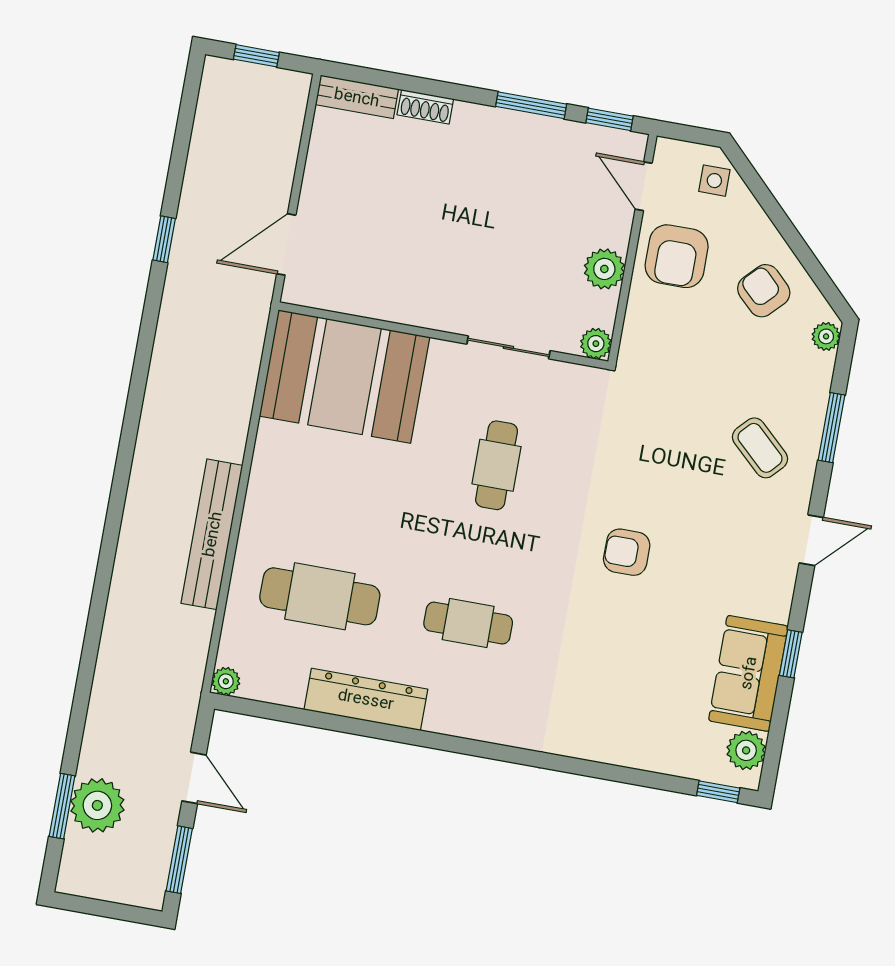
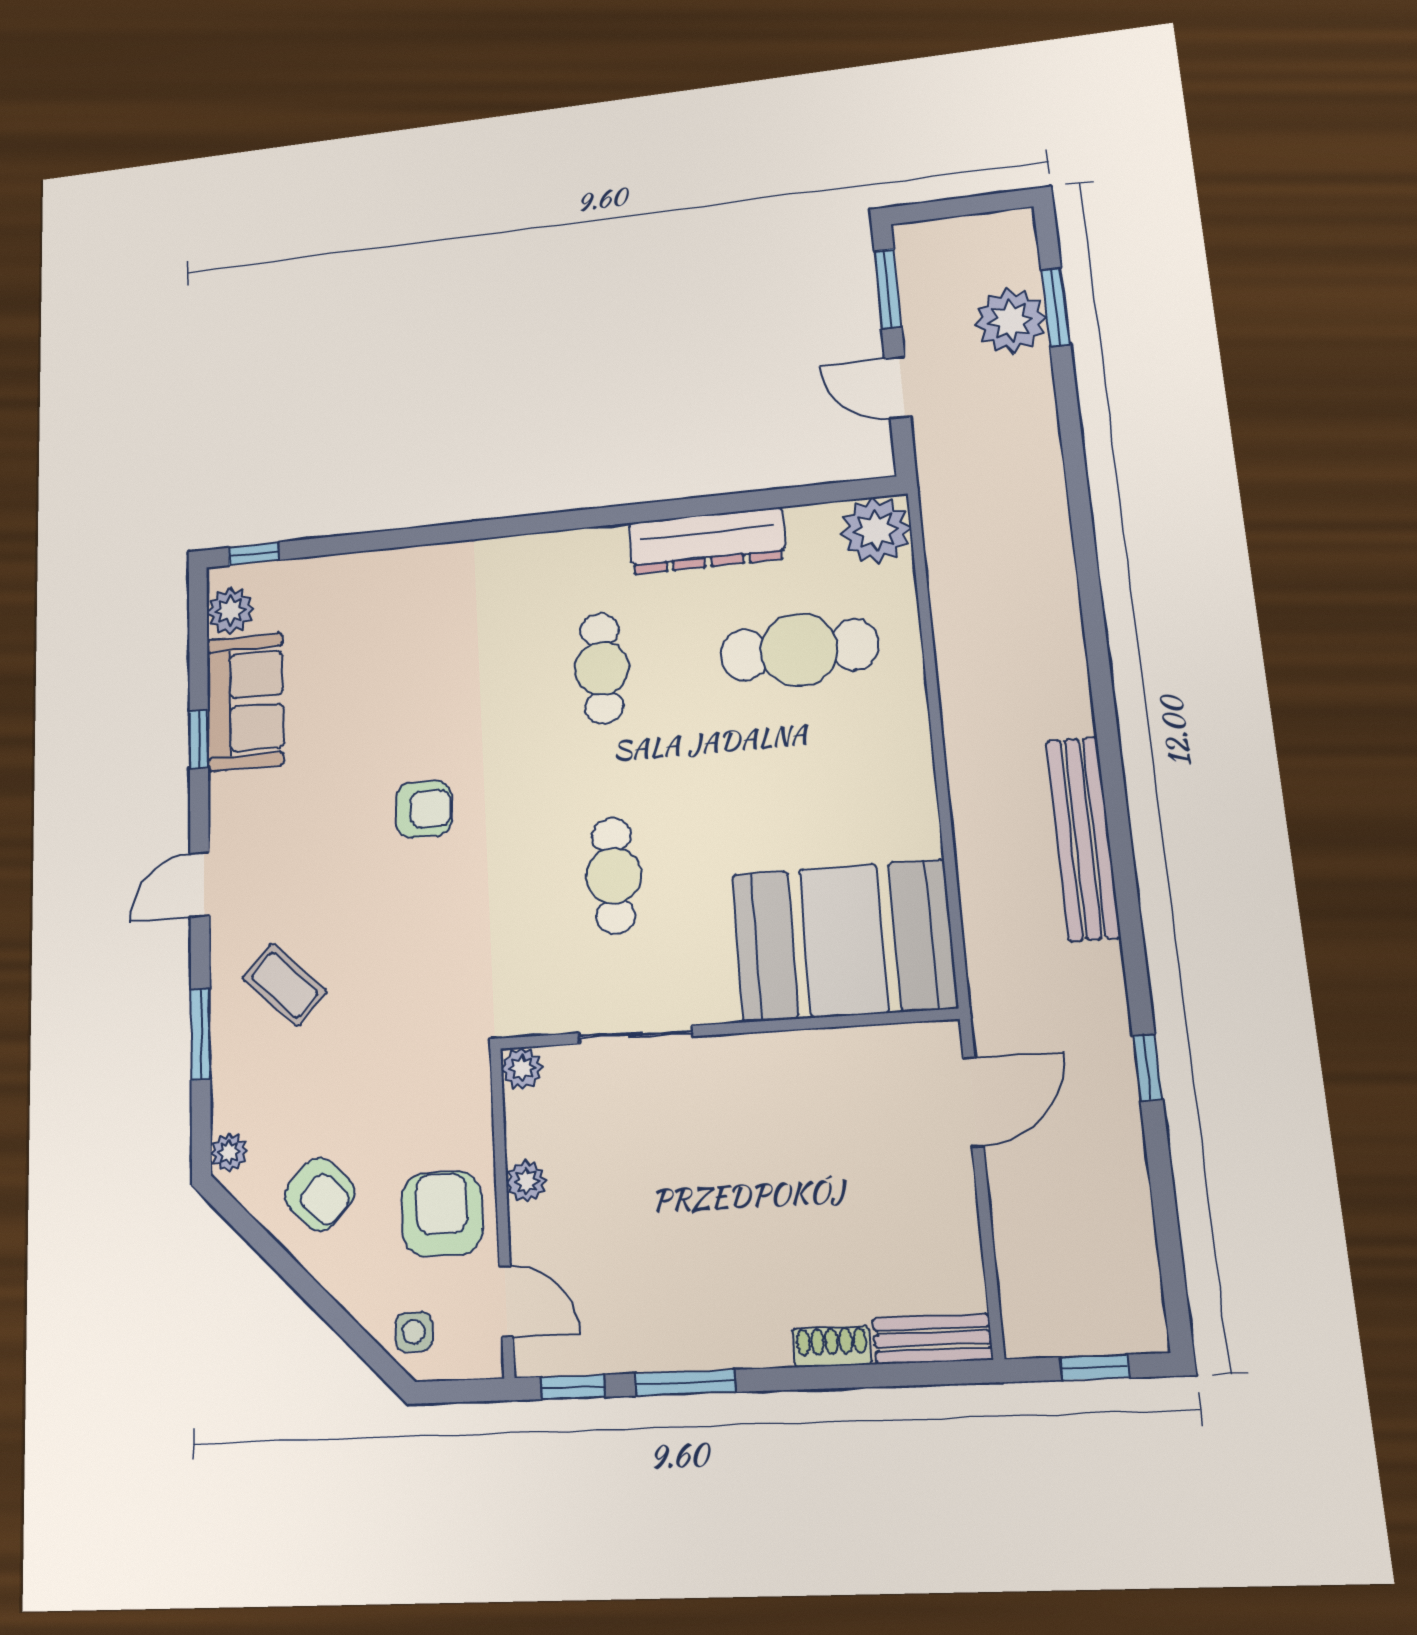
plant: (604, 269) -> (526, 1181), width x0.73, depth x0.73
bench: (212, 534) -> (1083, 838), moved
cafe table: (468, 623) -> (602, 668), turned 90
plant: (226, 681) -> (876, 530), width x1.88, depth x1.88

